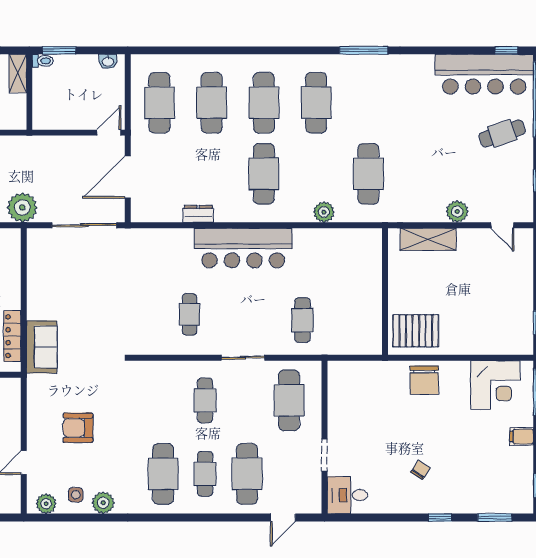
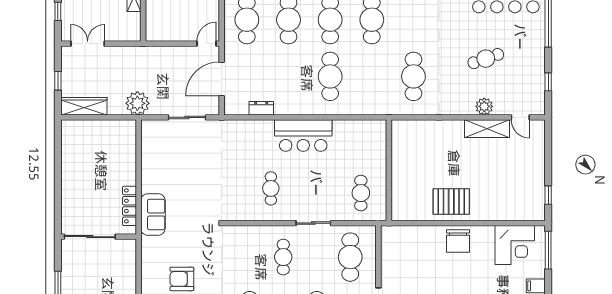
cafe table: (502, 133) -> (486, 59), moved
plant: (324, 212) -> (378, 107), removed
dresser: (198, 214) -> (261, 108), moved
sliding door: (84, 225) -> (187, 117), width x0.73
shelving: (428, 239) -> (487, 129), moved
bar counter: (243, 248) -> (303, 136), width x0.73
wall: (385, 291) -> (389, 170), moved

